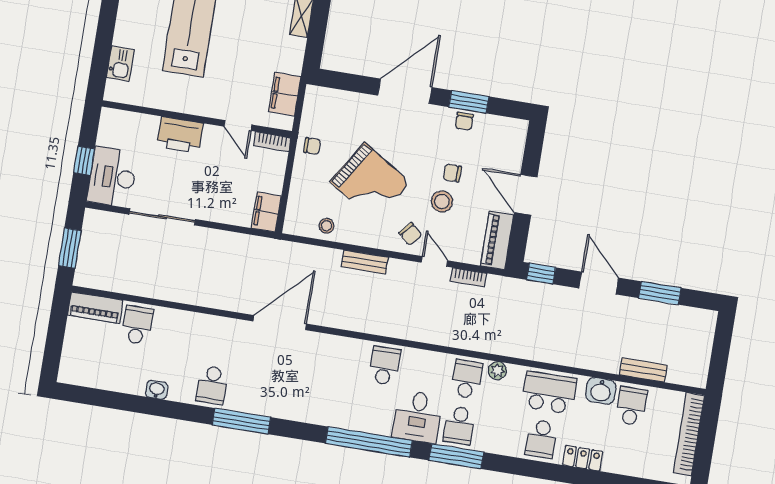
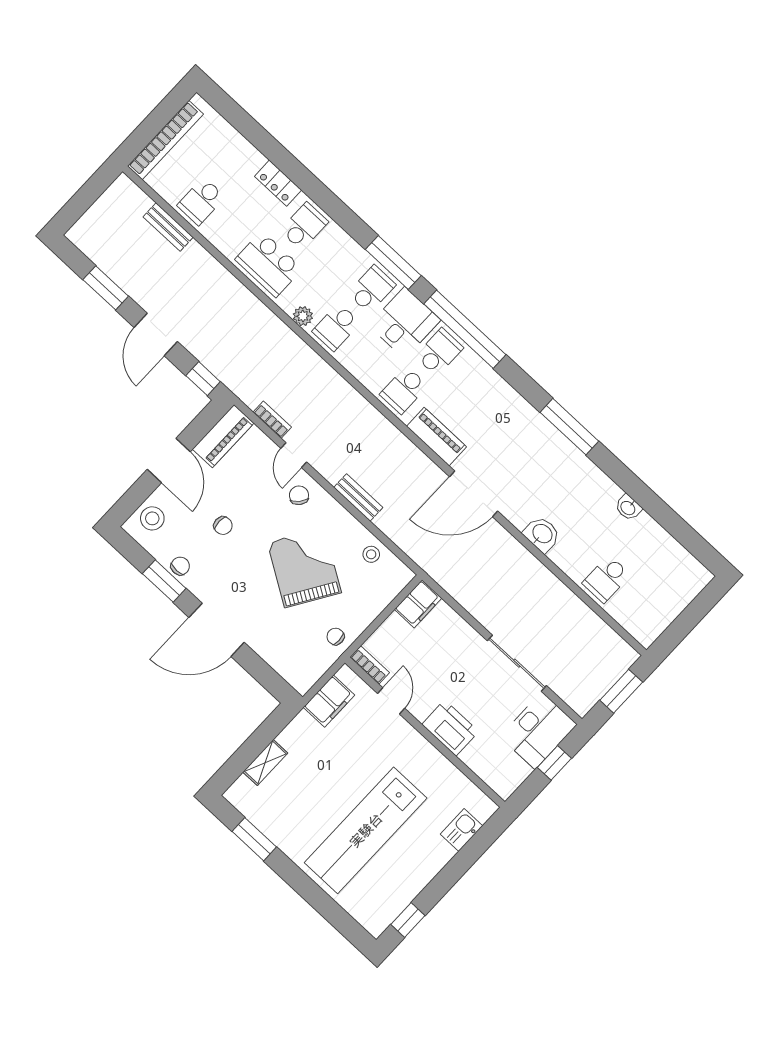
stool: (442, 202) -> (152, 518), moved
piano: (95, 308) -> (437, 437), moved
school desk: (212, 385) -> (439, 352), moved
washbasin: (601, 391) -> (542, 534), moved

